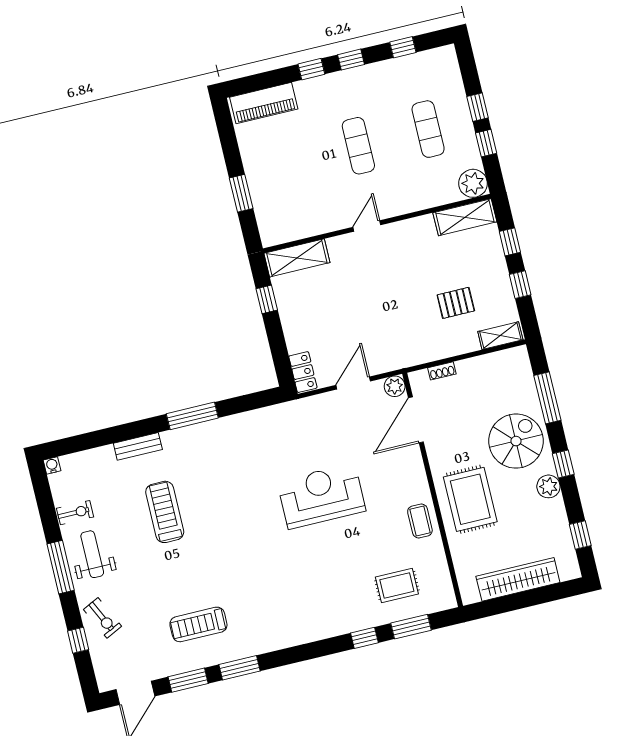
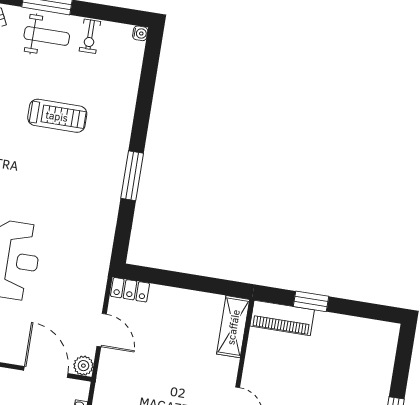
piano: (264, 103) -> (282, 318), moved, turned -90
window: (267, 299) -> (208, 285), removed
bench: (138, 446) -> (125, 116), removed

